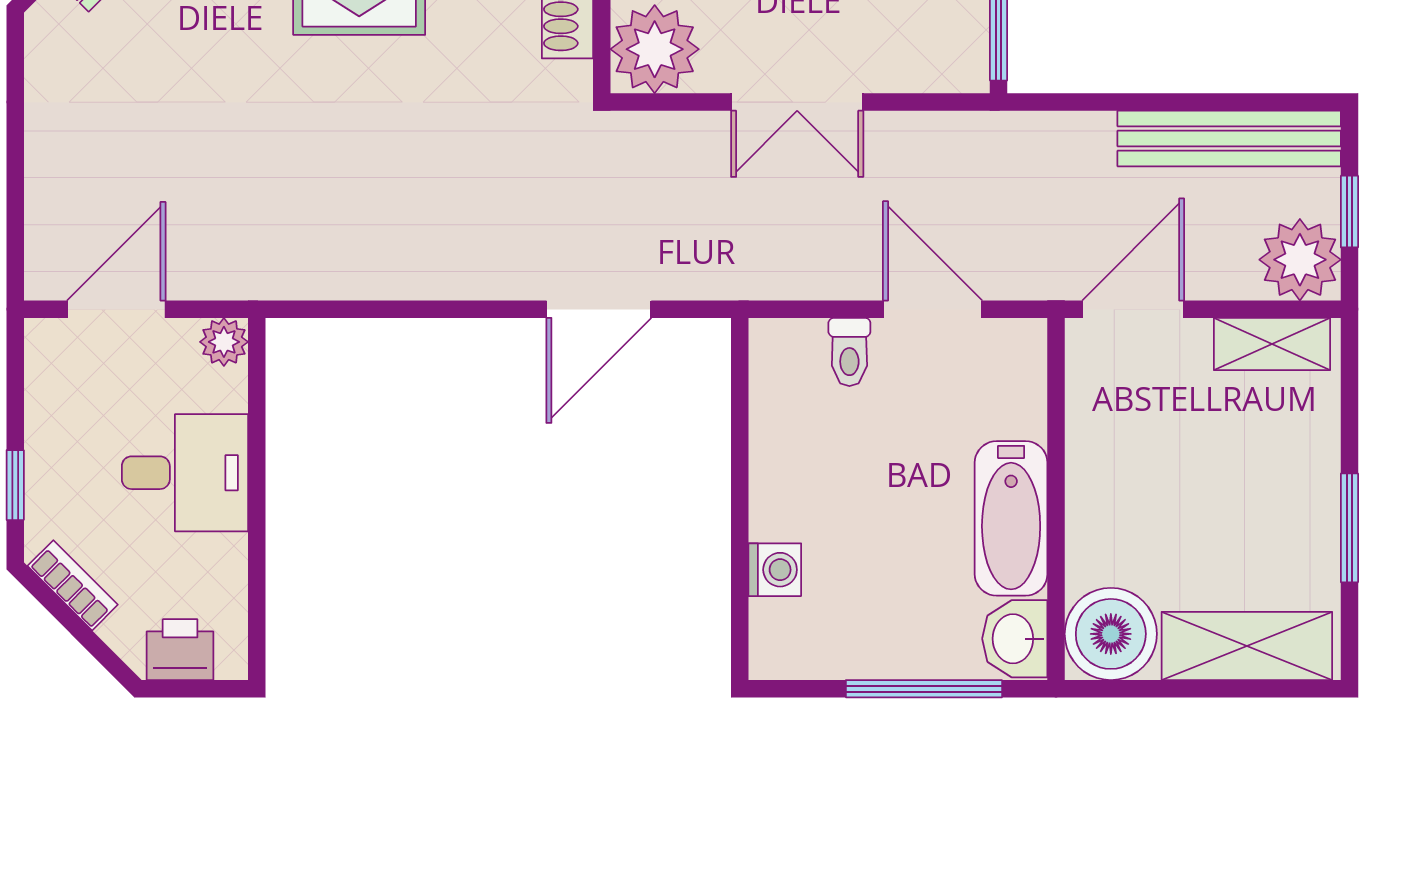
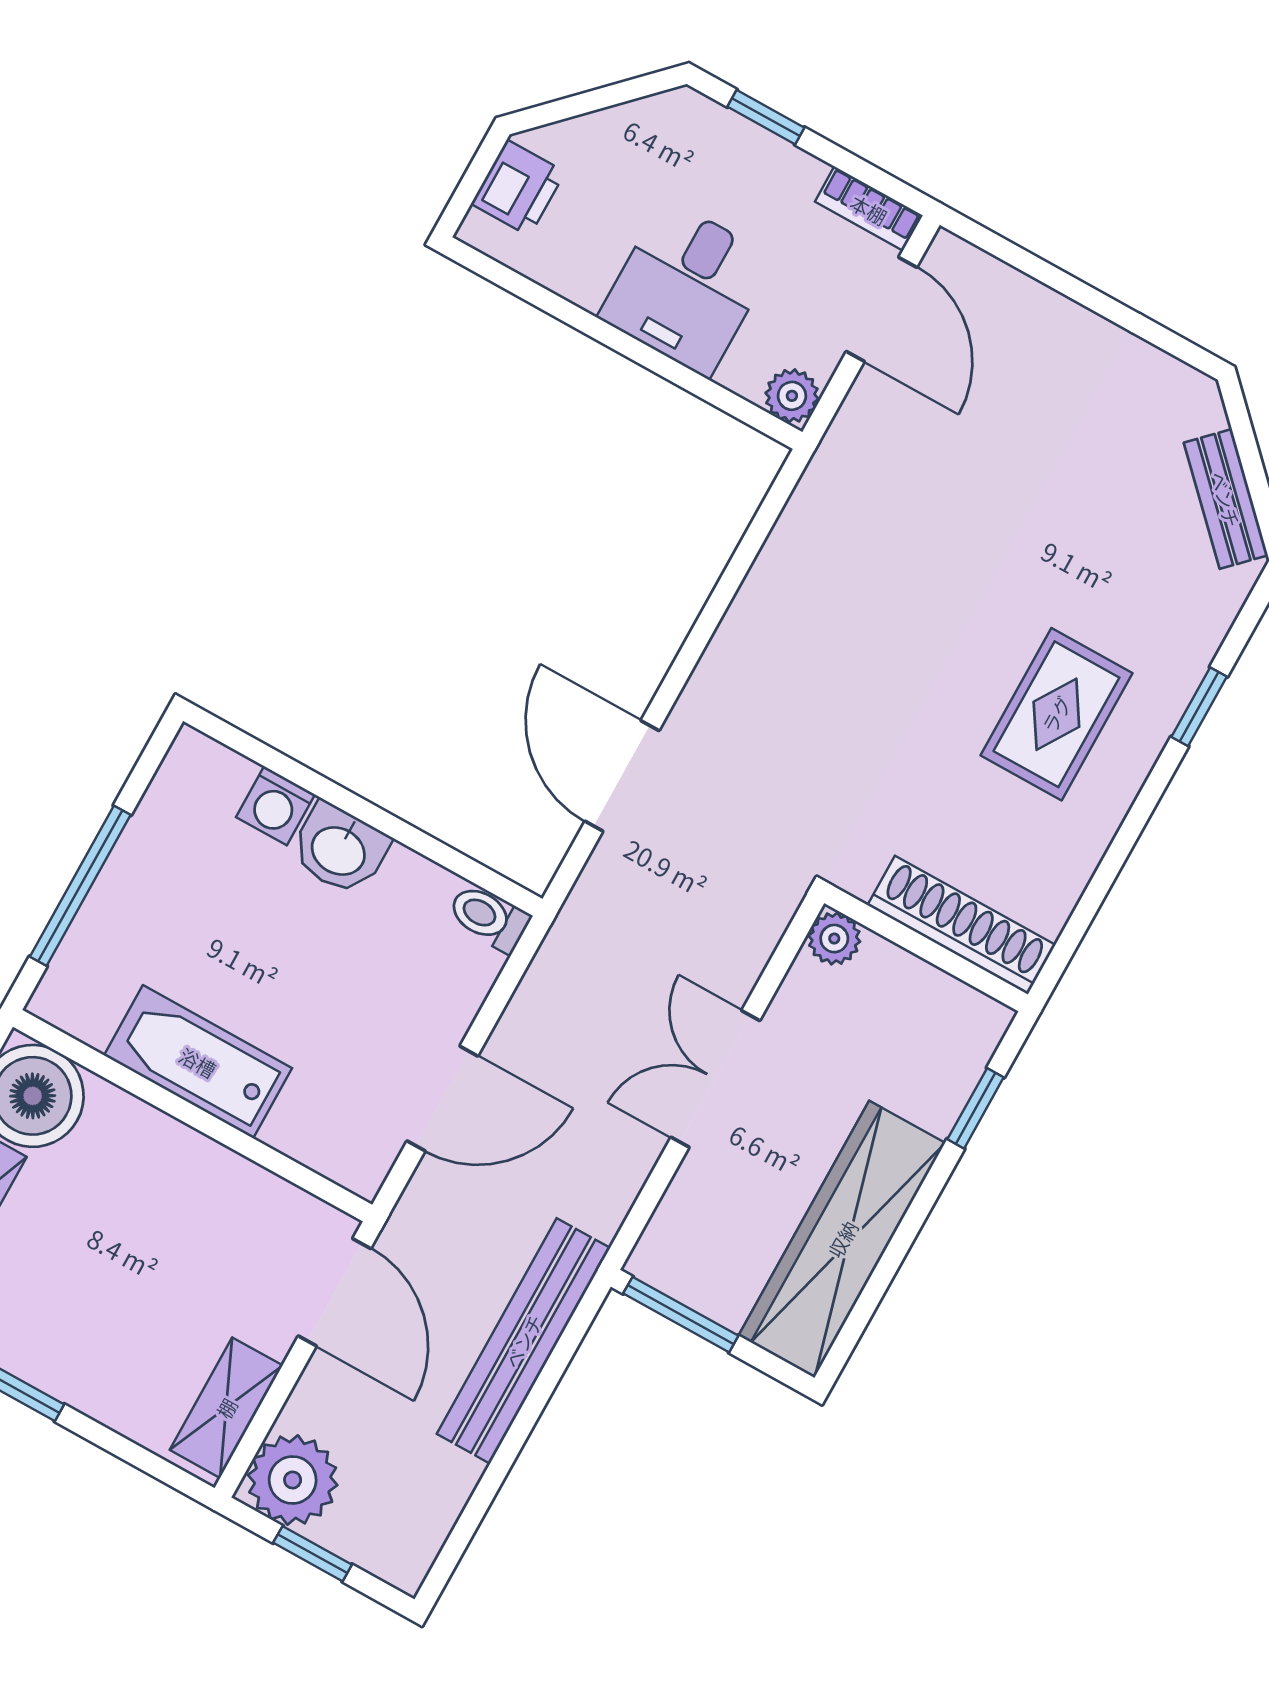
plant: (655, 49) -> (834, 939), width x0.53, depth x0.53
bench: (1229, 139) -> (523, 1341), moved
toilet: (849, 352) -> (489, 918), moved
bookcase: (73, 585) -> (869, 209), moved, turned 45
washbasin: (1015, 639) -> (339, 849), moved, turned 180

